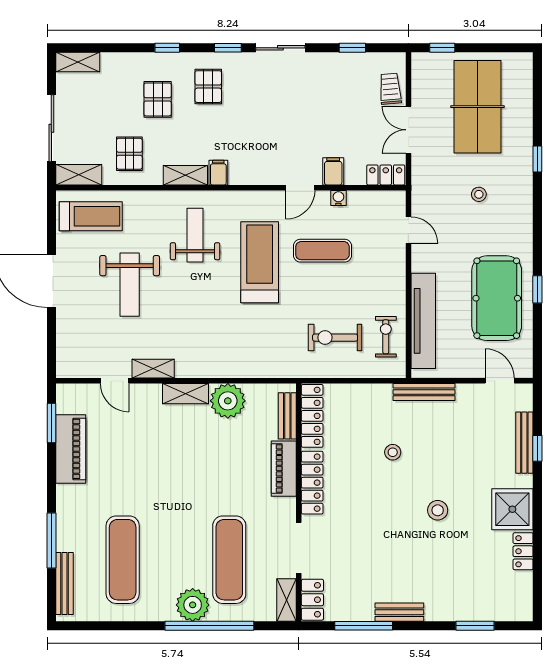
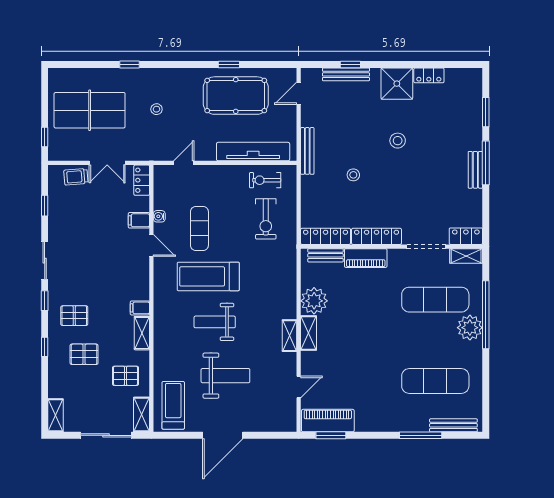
weight bench: (195, 235) -> (215, 322), moved
shelving: (153, 369) -> (289, 336), moved
piano: (71, 449) -> (328, 421), moved
window: (364, 626) -> (486, 163), moved

